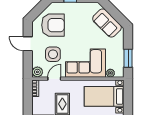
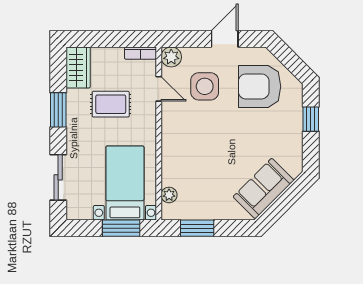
armchair: (53, 25) -> (260, 86), turned 90
corner sofa: (86, 63) -> (188, 148), removed
window: (128, 98) -> (121, 228), added

